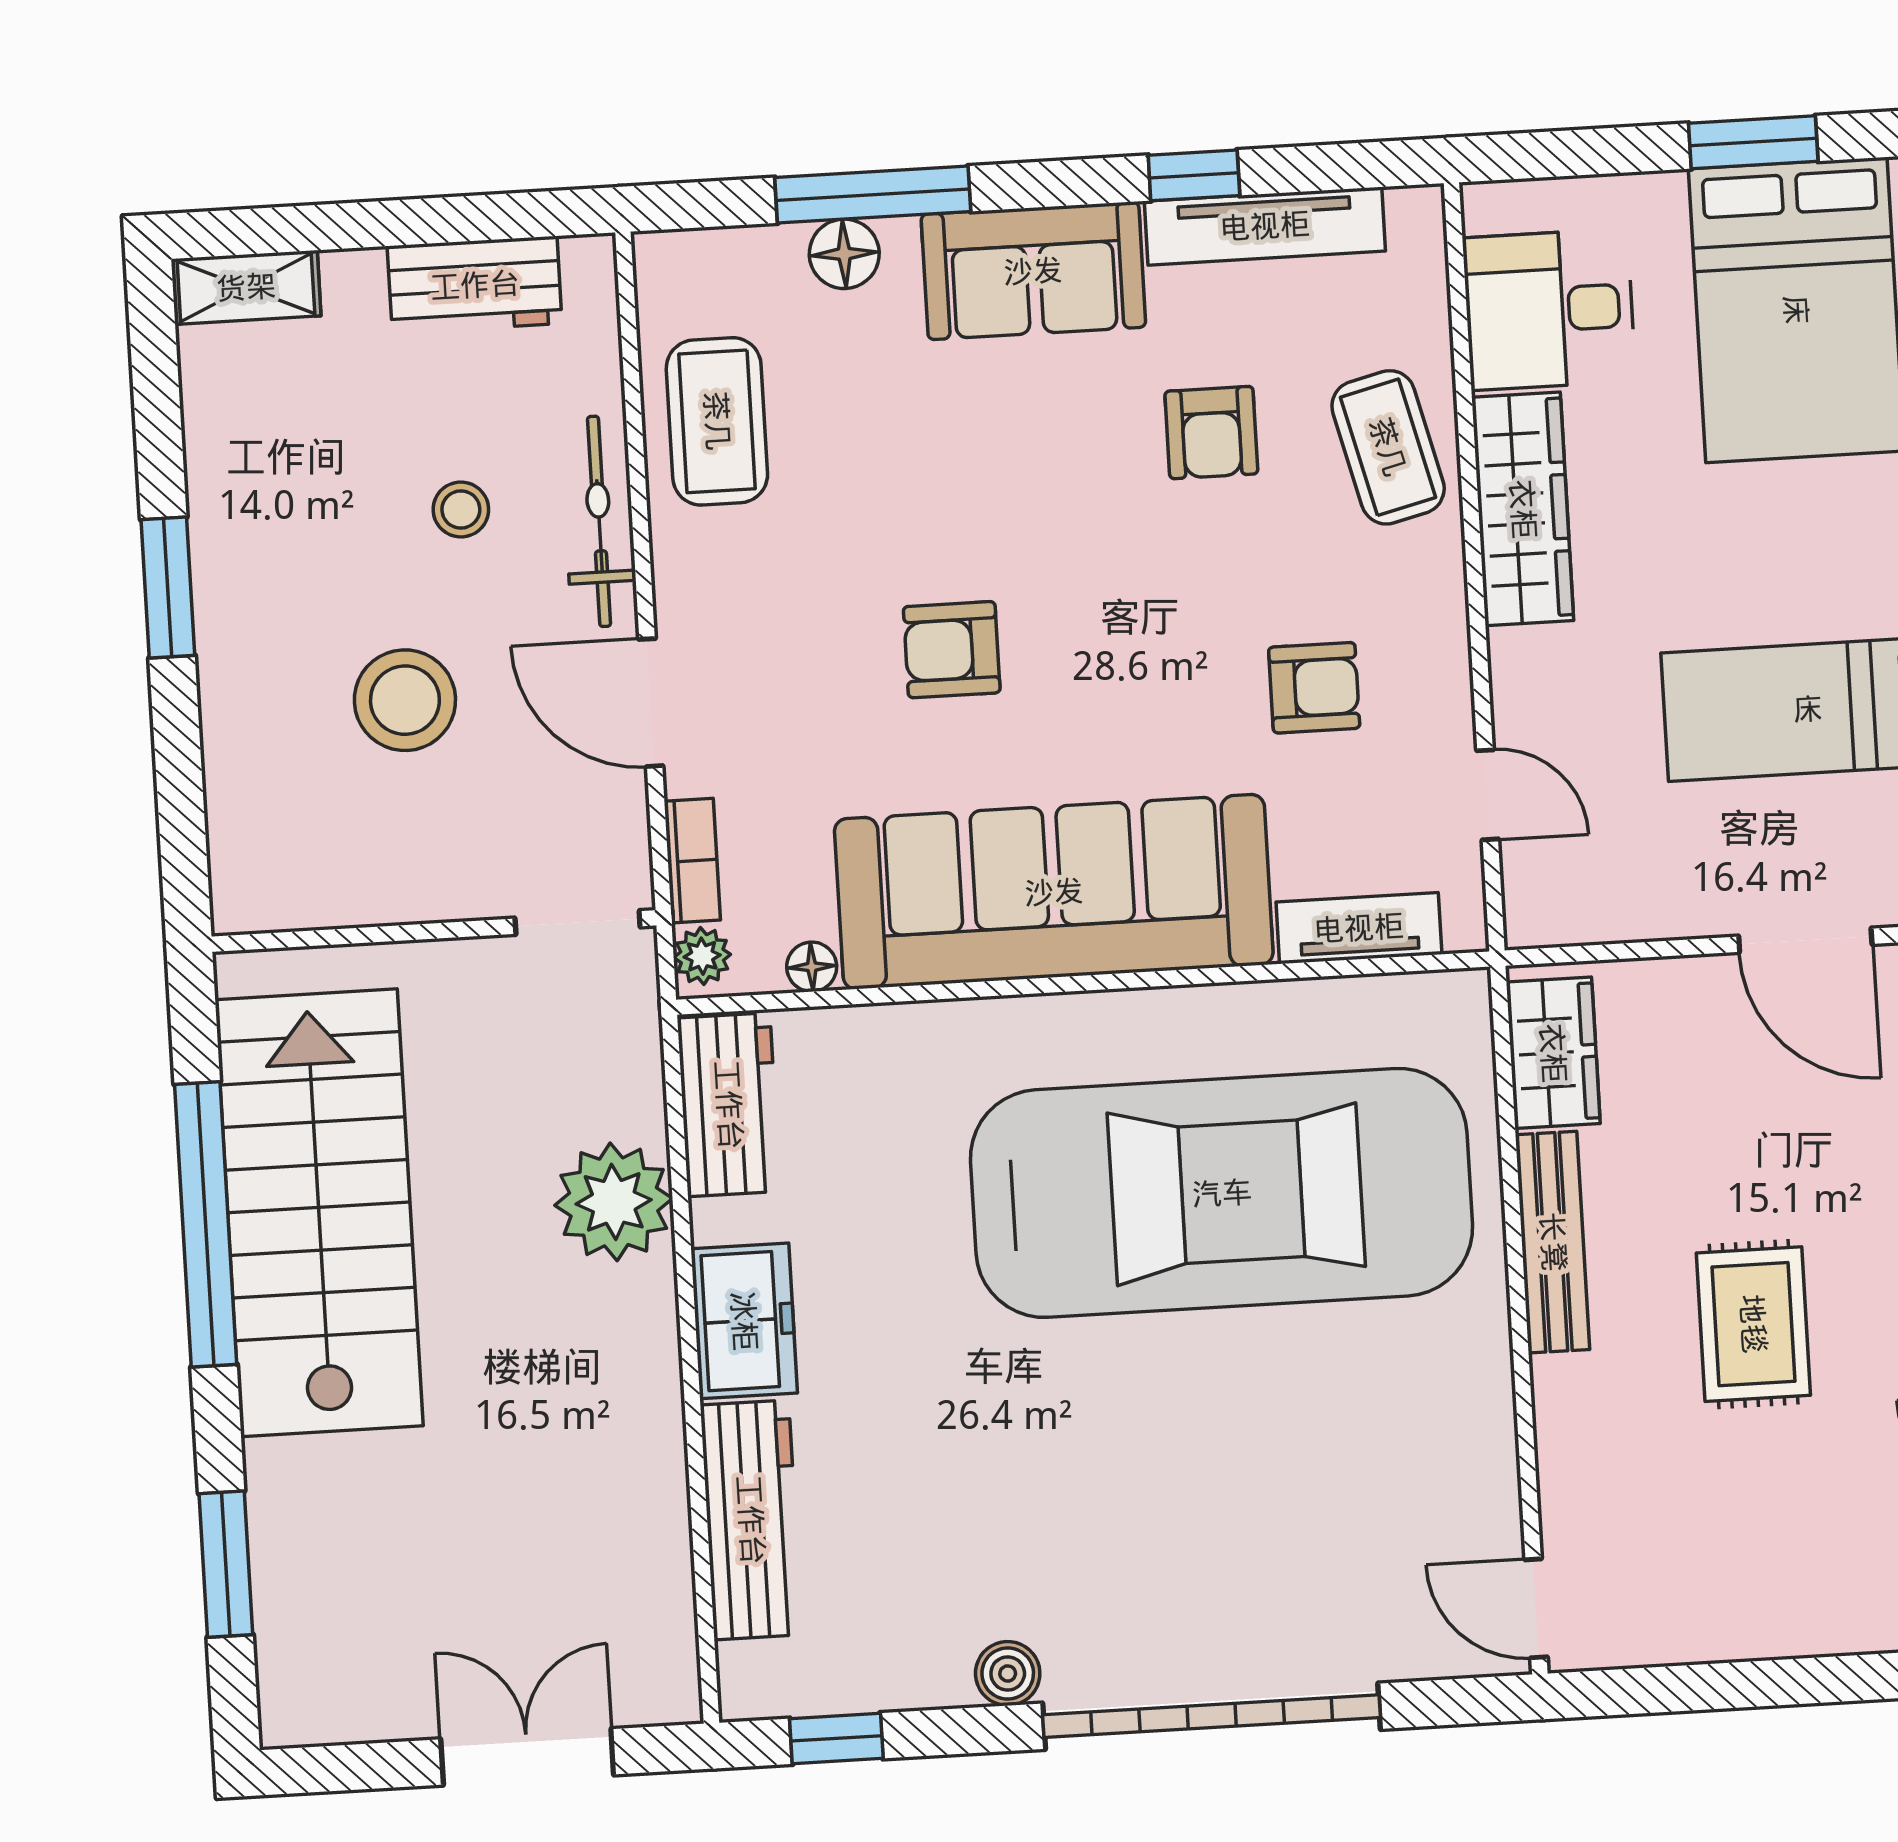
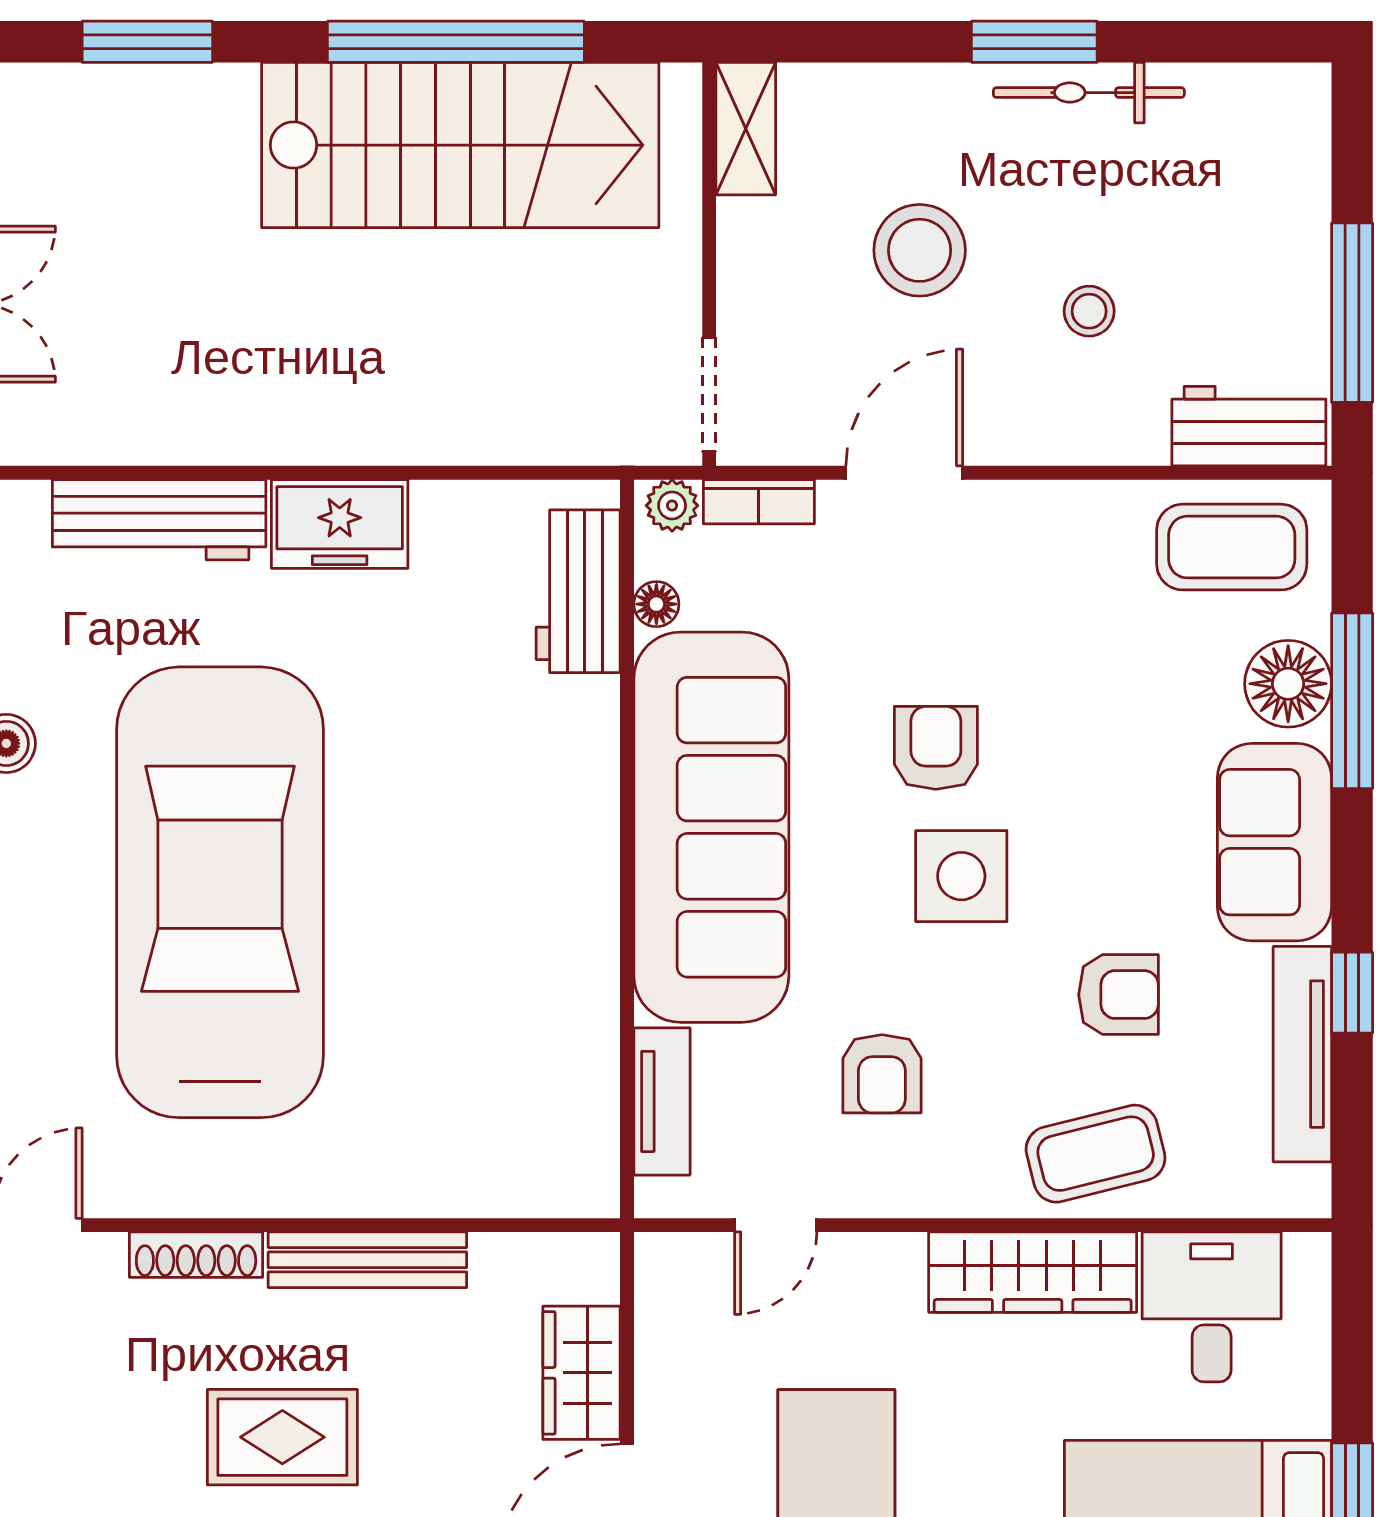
window: (445, 220) -> (1352, 313), added
floor lamp: (844, 254) -> (1288, 684), width x1.38, depth x1.38
workbench: (475, 285) -> (1249, 426), moved, turned 90
shelving: (246, 287) -> (746, 129), moved
coffee table: (717, 421) -> (1232, 547), moved
armchair: (1211, 433) -> (1118, 995), turned 180
bicycle: (599, 521) -> (1089, 93), moved, turned 180
side table: (1091, 613) -> (961, 876), added
wardrobe: (1553, 1053) -> (582, 1373), moved, turned 90
workbench: (729, 1105) -> (578, 591), moved, turned 90
car: (1222, 1193) -> (220, 892), moved, turned 180
plant: (614, 1202) -> (454, 412), removed
shoe rack: (1558, 1431) -> (196, 1255), added

